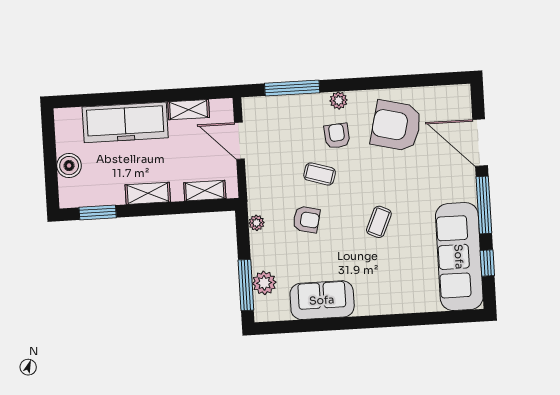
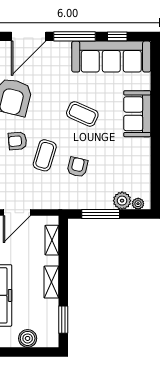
coffee table: (320, 174) -> (45, 155), width x1.36, depth x1.30
coffee table: (379, 222) -> (82, 114), width x1.36, depth x1.30
plant: (256, 223) -> (138, 204), moved
window: (246, 285) -> (101, 214), moved
sofa: (322, 300) -> (137, 114), moved

